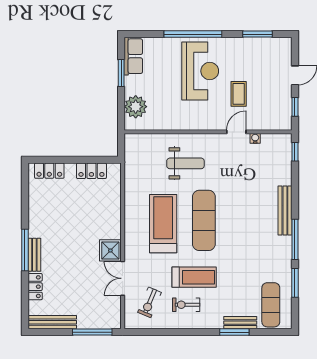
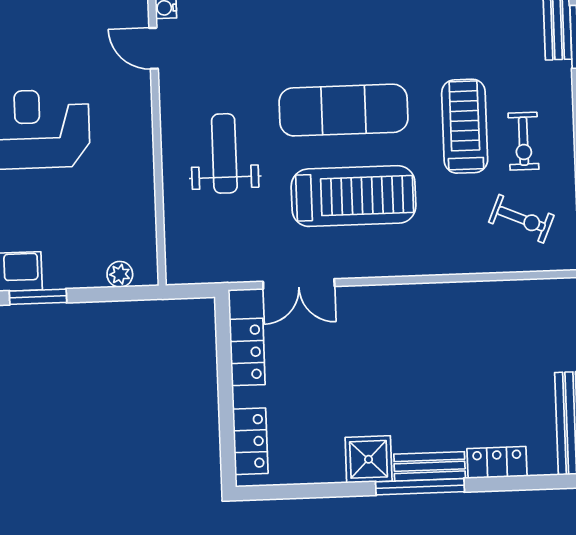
coffee table: (239, 94) -> (73, 46), removed
plant: (136, 107) -> (120, 274), width x0.53, depth x0.53
treadmill: (163, 224) -> (354, 196), turned 180
shower: (110, 250) -> (369, 459), moved
double door: (123, 278) -> (299, 284), moved

